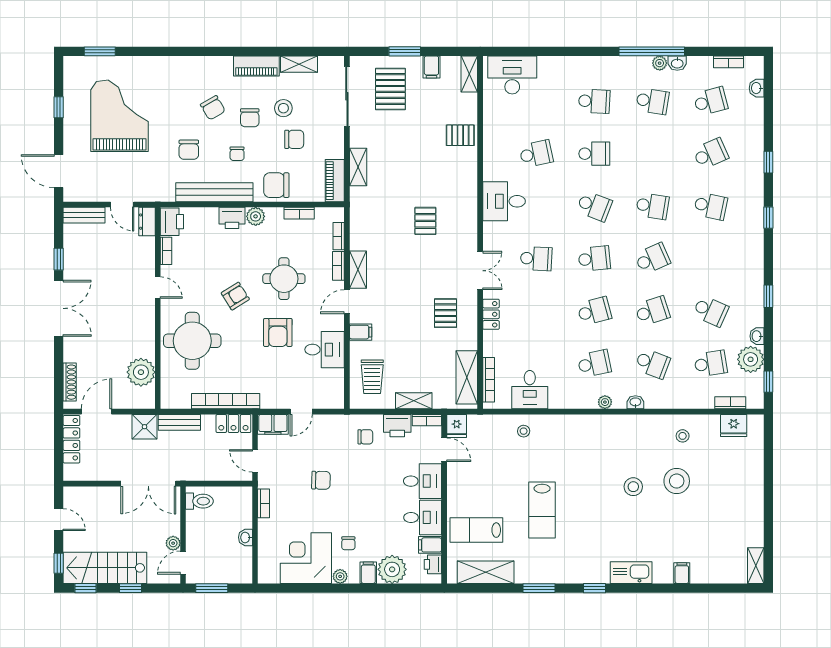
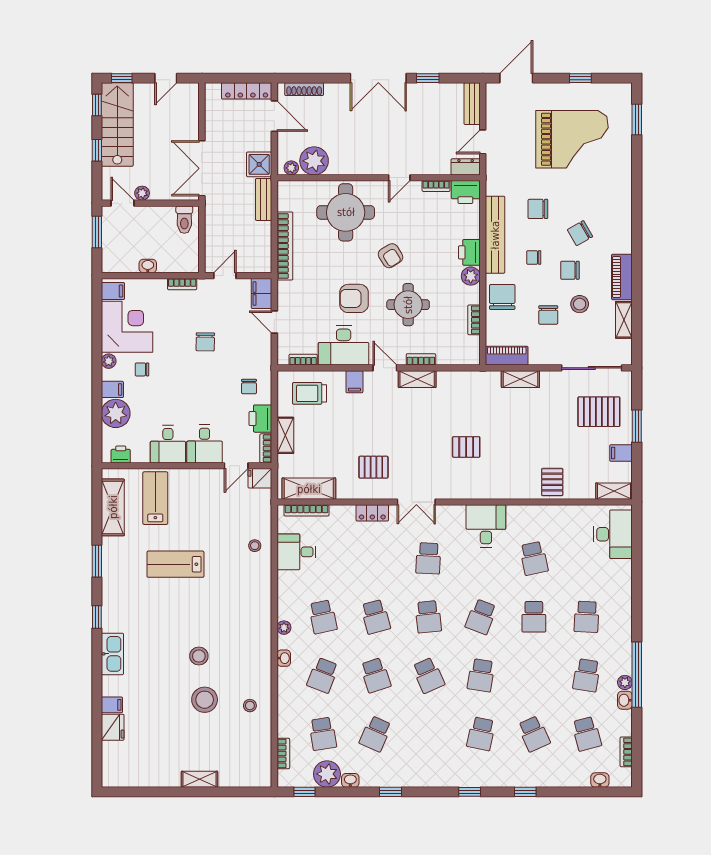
bookcase: (339, 236) -> (303, 360), moved
desk: (325, 350) -> (344, 346), width x1.37
plant: (148, 395) -> (291, 168), added
locker: (233, 423) -> (262, 254), removed
fridge: (734, 425) -> (113, 727), moved, turned 180
filing cabinet: (430, 545) -> (113, 291), moved, turned 90
shelving: (756, 566) -> (200, 779), moved

